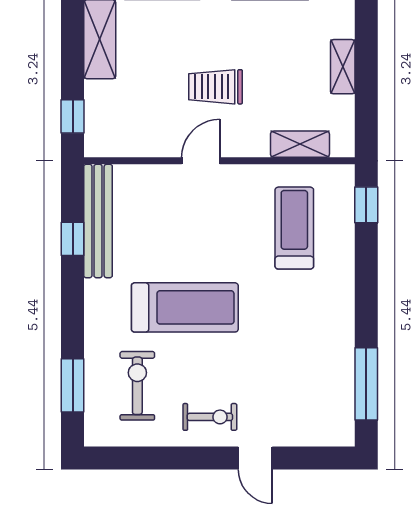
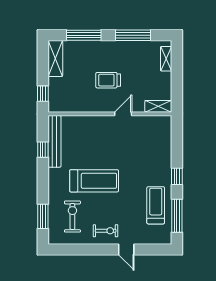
shelving: (343, 67) -> (166, 59), moved
shelving: (300, 144) -> (158, 106), moved
door: (201, 161) -> (123, 114), moved
window: (366, 205) -> (177, 176), moved
treadmill: (294, 228) -> (156, 205), moved

